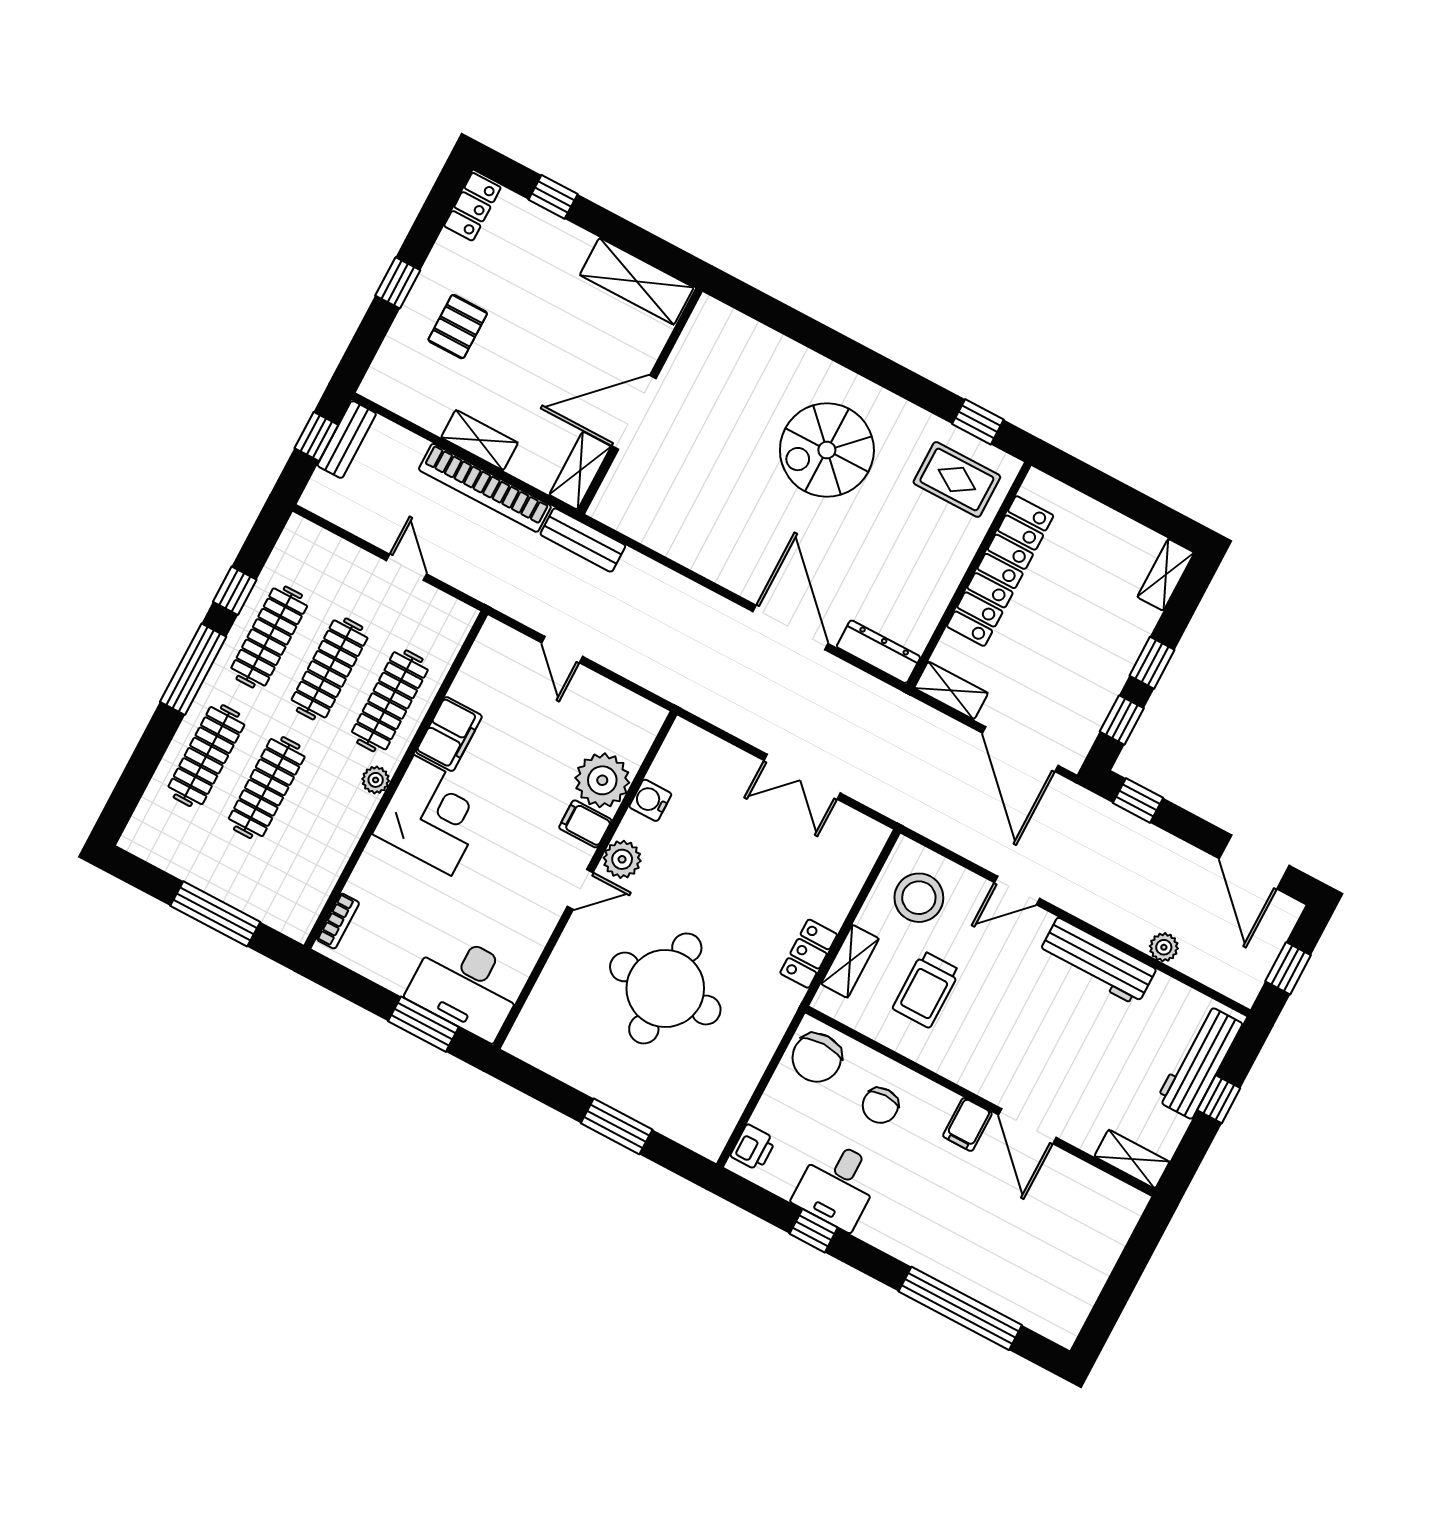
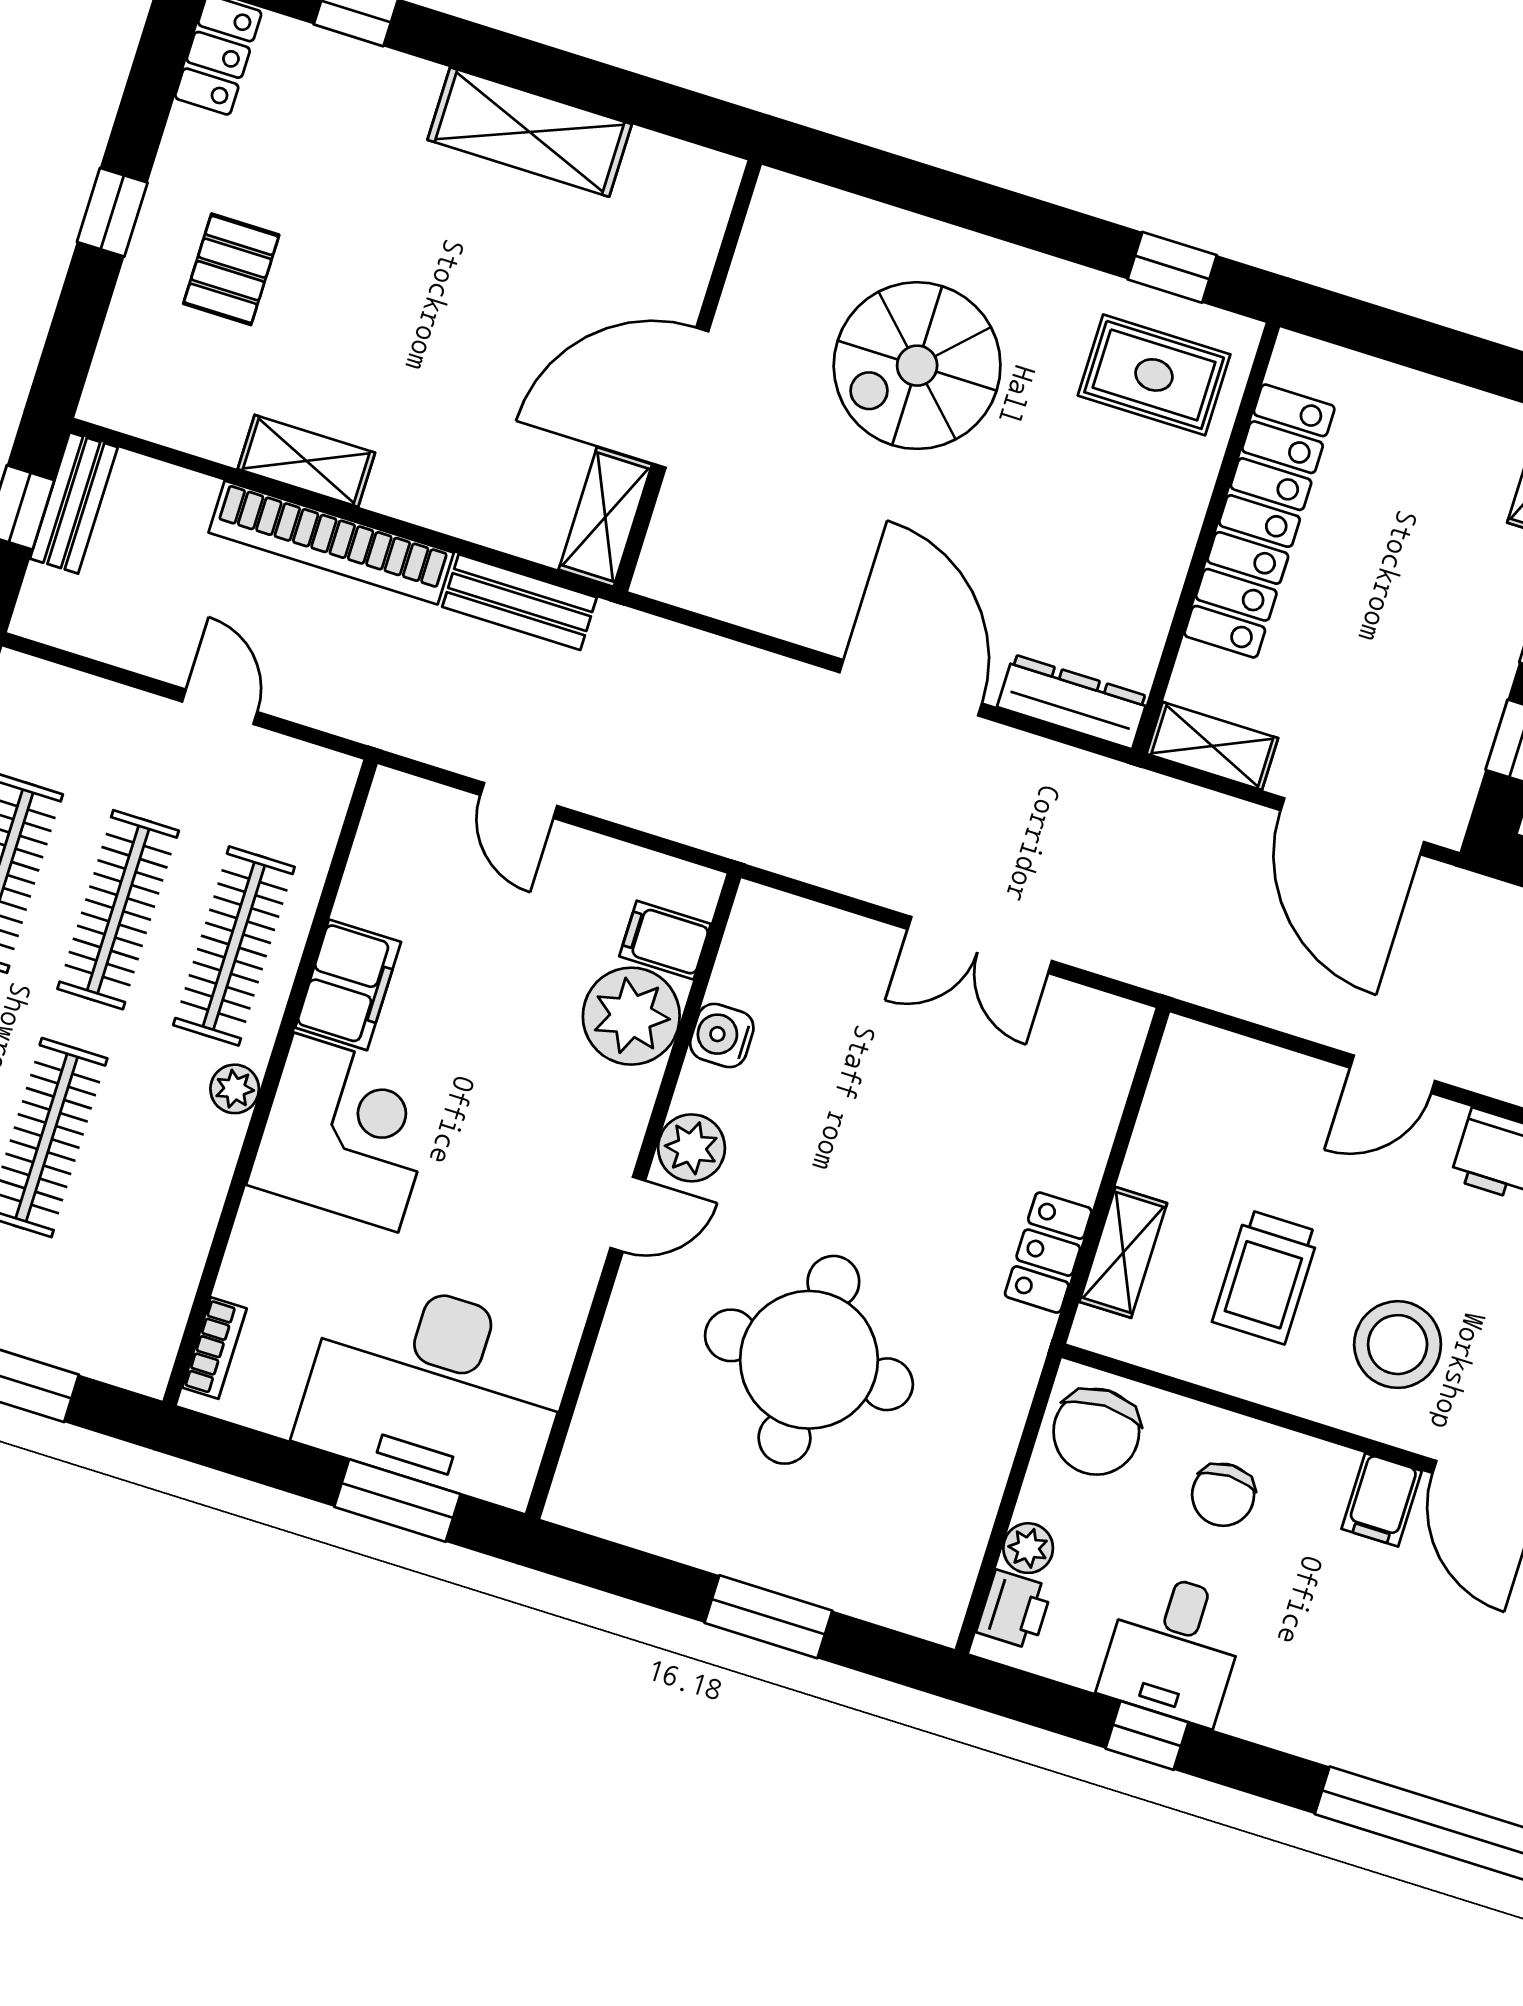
wall: (640, 401) -> (688, 376), moved
door: (634, 412) -> (681, 398), moved
shelving: (580, 471) -> (605, 517), moved
filing cabinet: (585, 824) -> (665, 940), moved
stool: (919, 898) -> (1398, 1345), moved
desk: (467, 986) -> (435, 1389), width x1.36, depth x1.30
plant: (767, 1115) -> (1028, 1548), added

